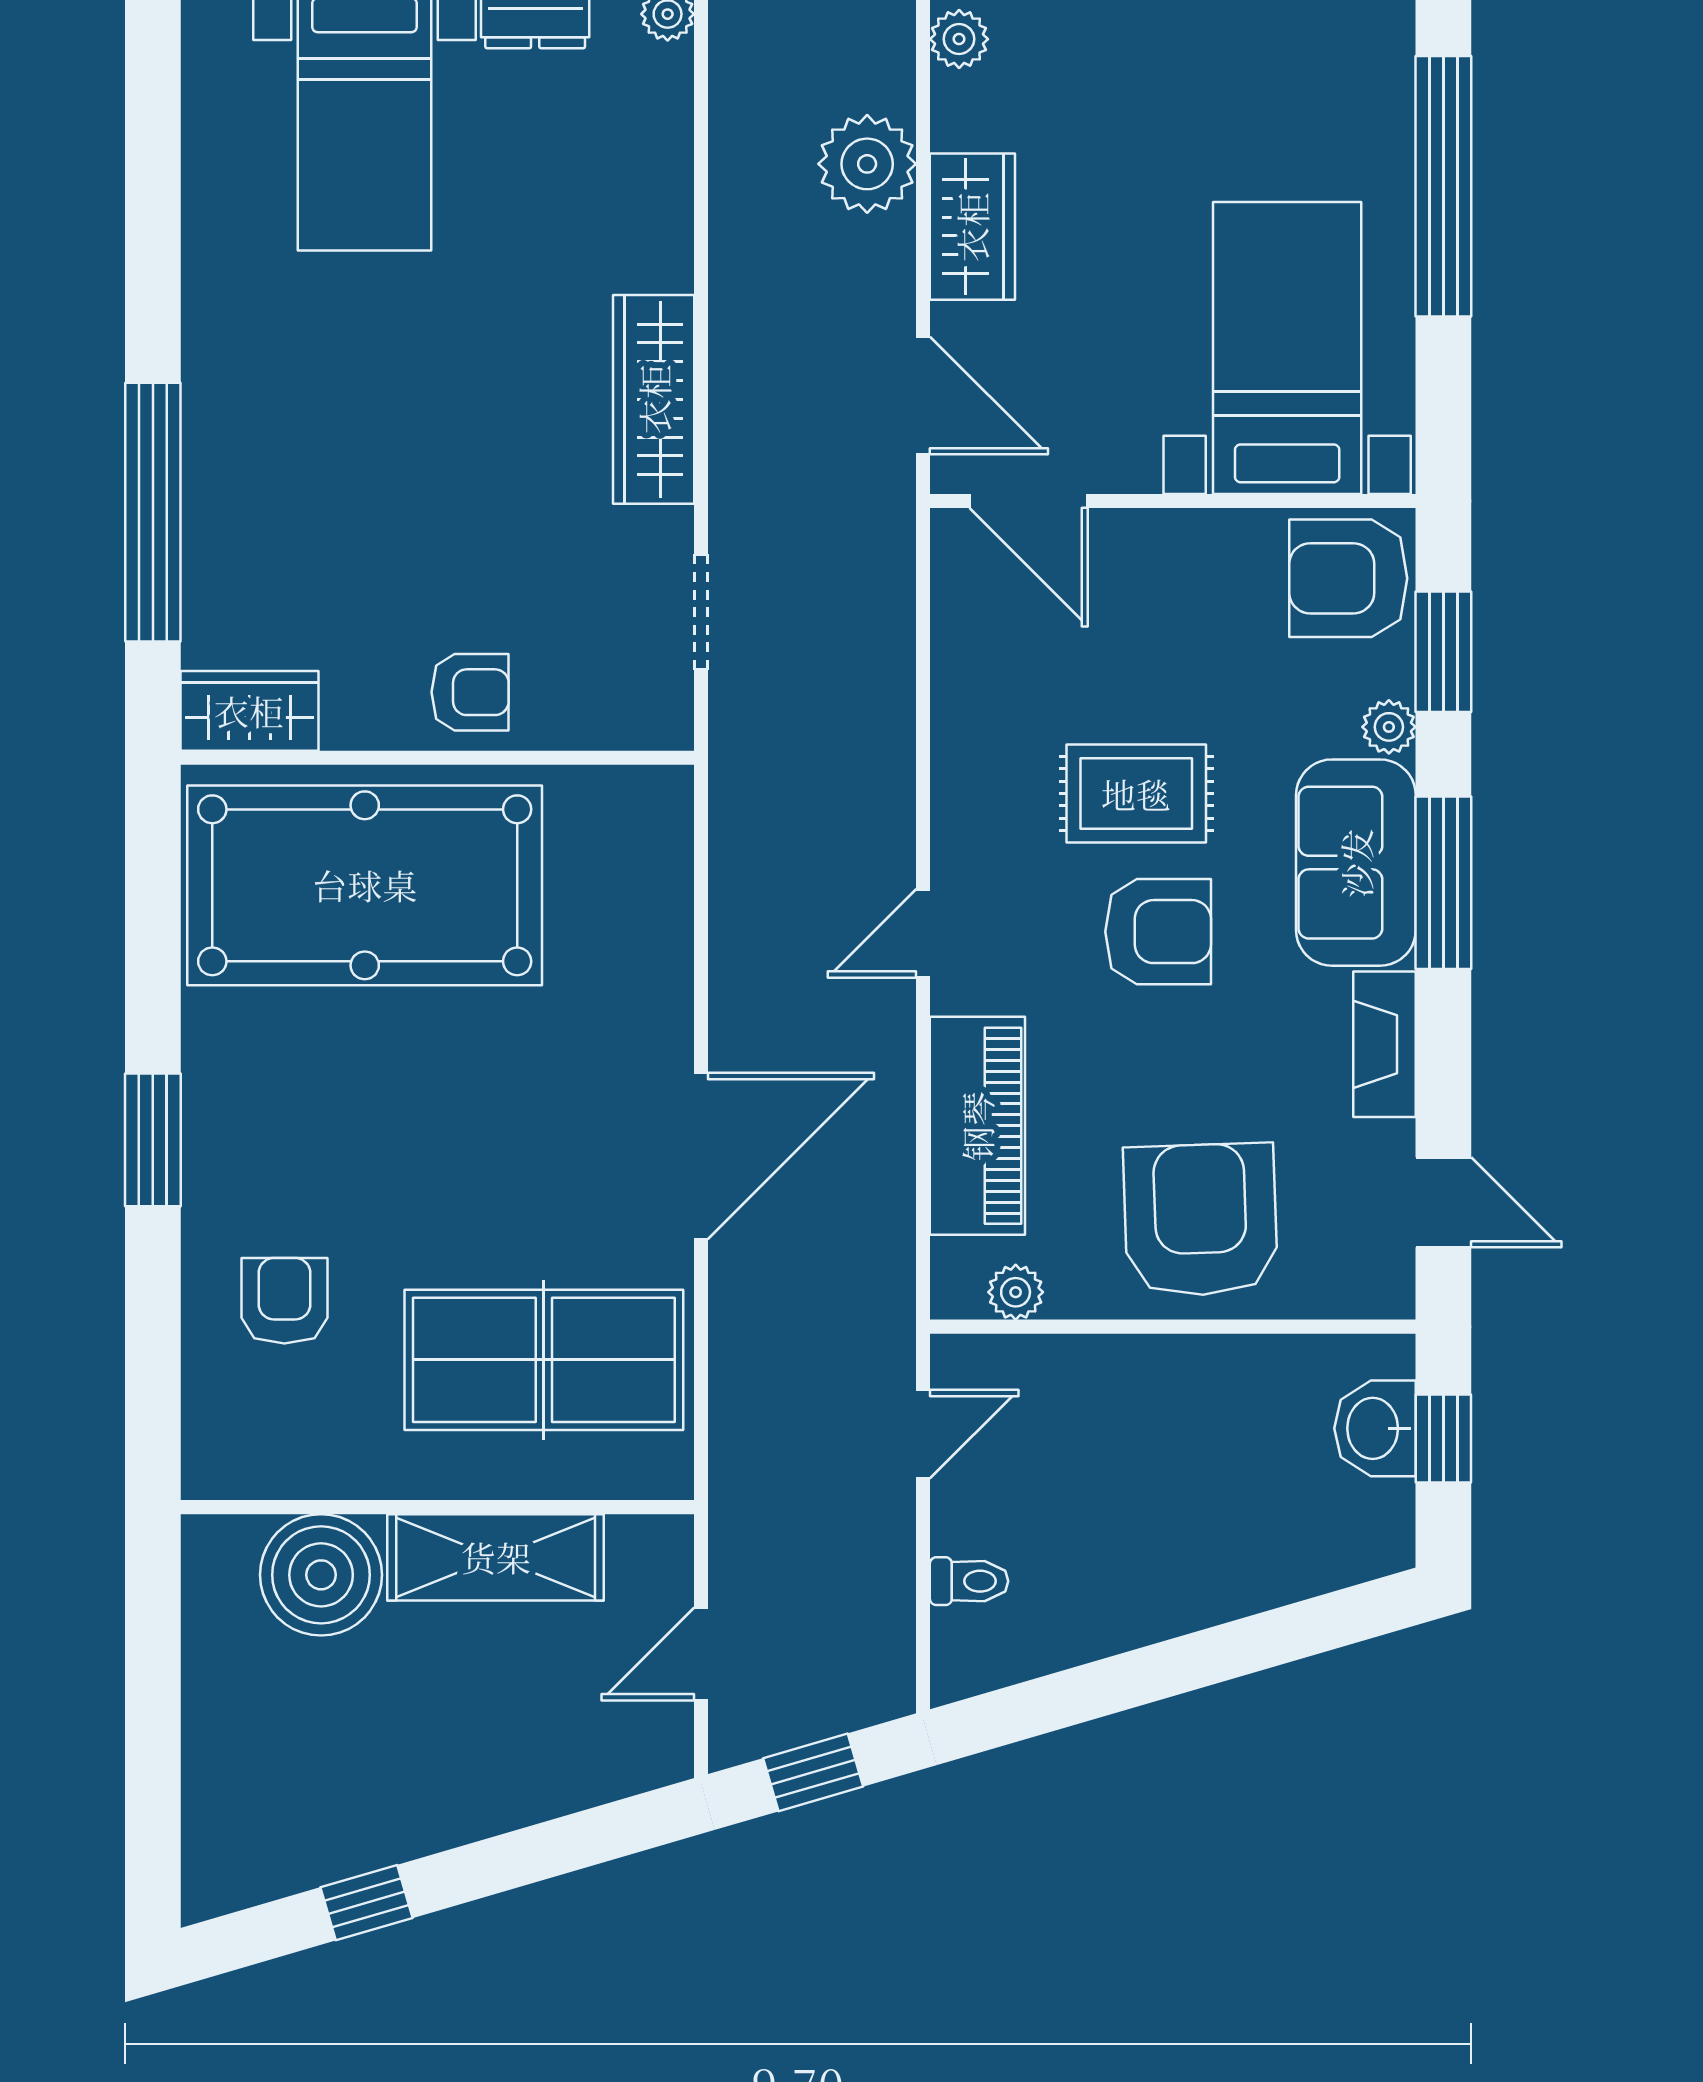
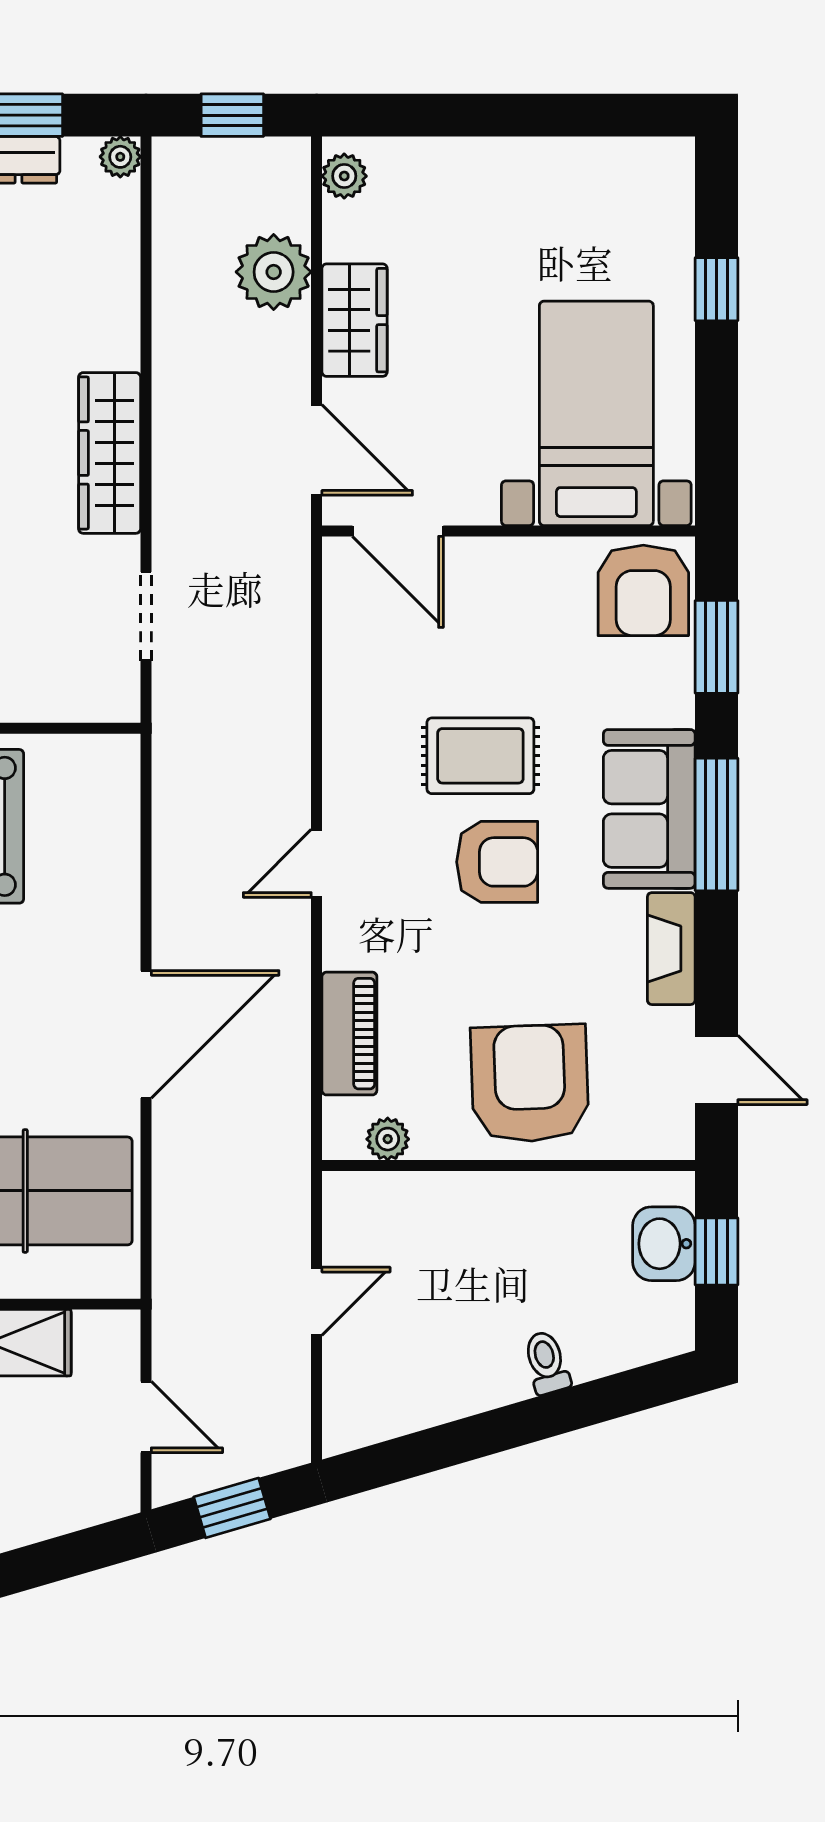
window: (1443, 186) -> (716, 289), width x0.32
armchair: (1348, 578) -> (643, 590), turned -90
plant: (1389, 727) -> (675, 705), removed
piano: (977, 1126) -> (349, 1034), width x0.73, depth x0.75
door: (923, 1434) -> (317, 1301), moved
toilet: (969, 1581) -> (547, 1363), moved, turned -106
door: (701, 1654) -> (146, 1417), swing flipped

